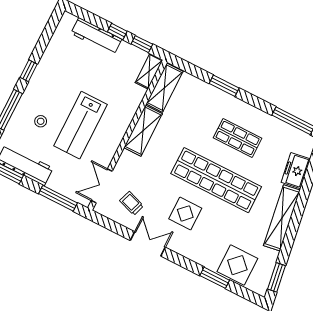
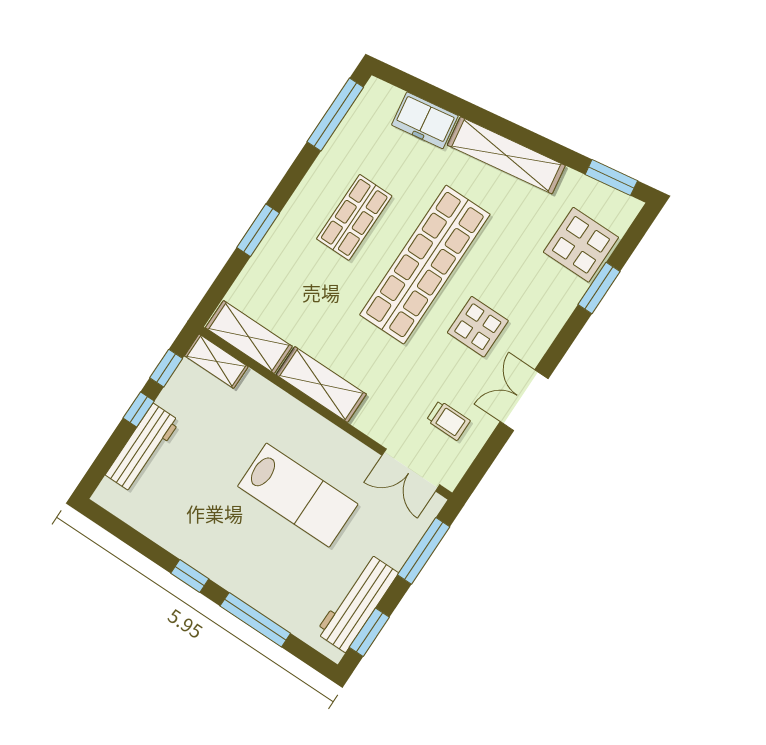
stool: (41, 121) -> (282, 565), removed
trolley: (132, 203) -> (448, 420), turned -109

